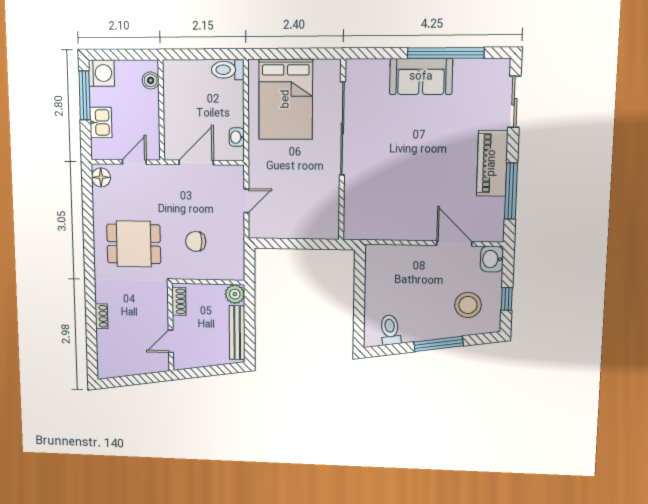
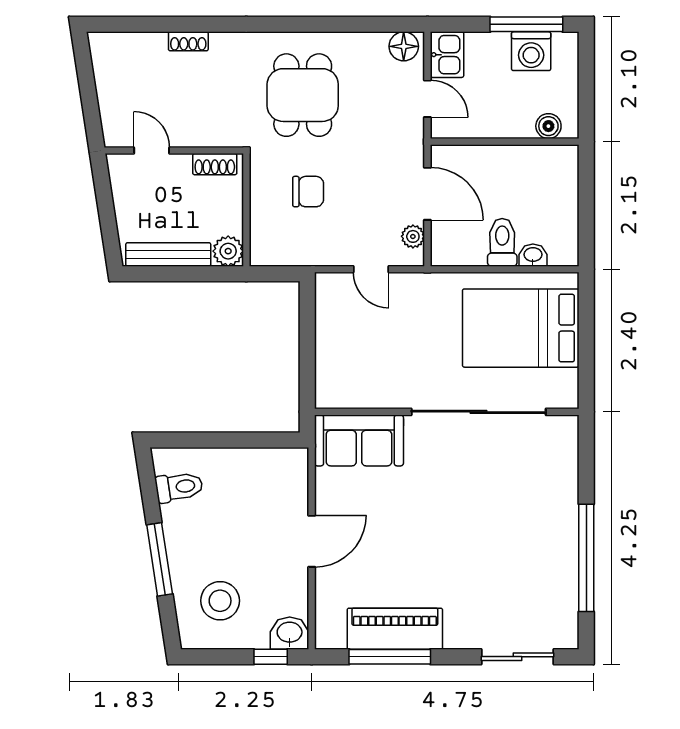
toilet: (228, 70) -> (502, 242), moved
washing machine: (101, 73) -> (531, 51), moved
sofa: (421, 77) -> (359, 440), moved, turned -90
kitchen sink: (101, 122) -> (447, 55), moved, turned -90
washbasin: (237, 137) -> (533, 255), moved
piano: (492, 163) -> (395, 629), moved
plant: (225, 172) -> (413, 236), added
chair: (196, 241) -> (308, 192), turned 90
door: (454, 244) -> (312, 541), moved
window: (507, 299) -> (271, 657), moved

